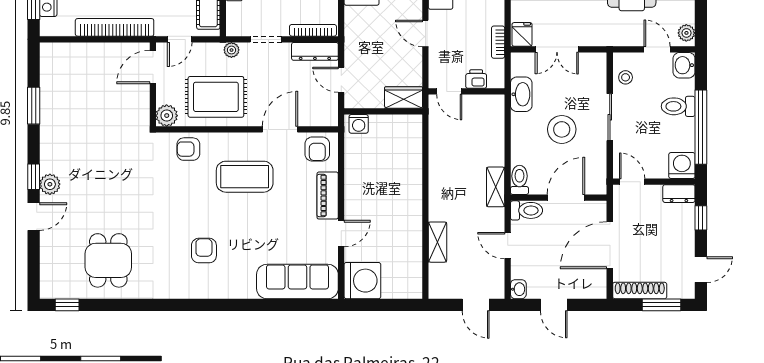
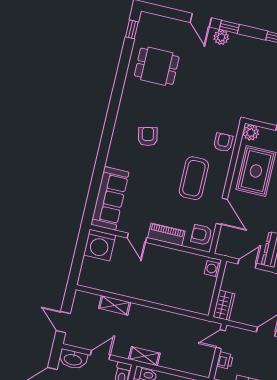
armchair: (204, 251) -> (148, 137), turned -102
washbasin: (518, 289) -> (73, 359), width x1.91, depth x1.45
door: (476, 305) -> (63, 322), hinge flipped

